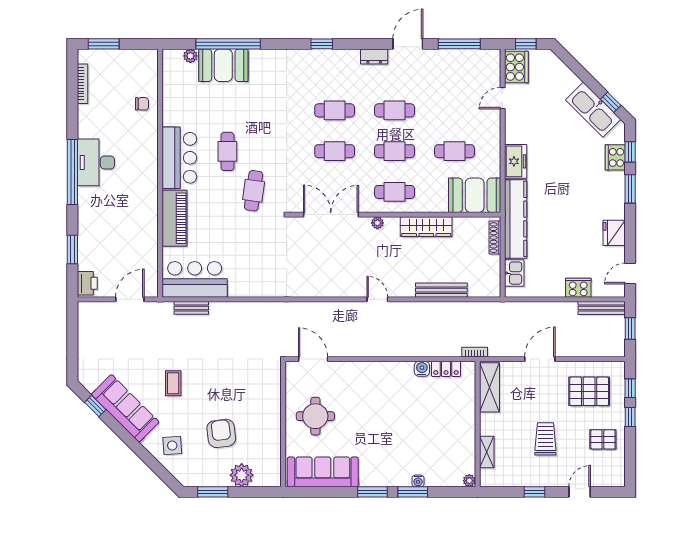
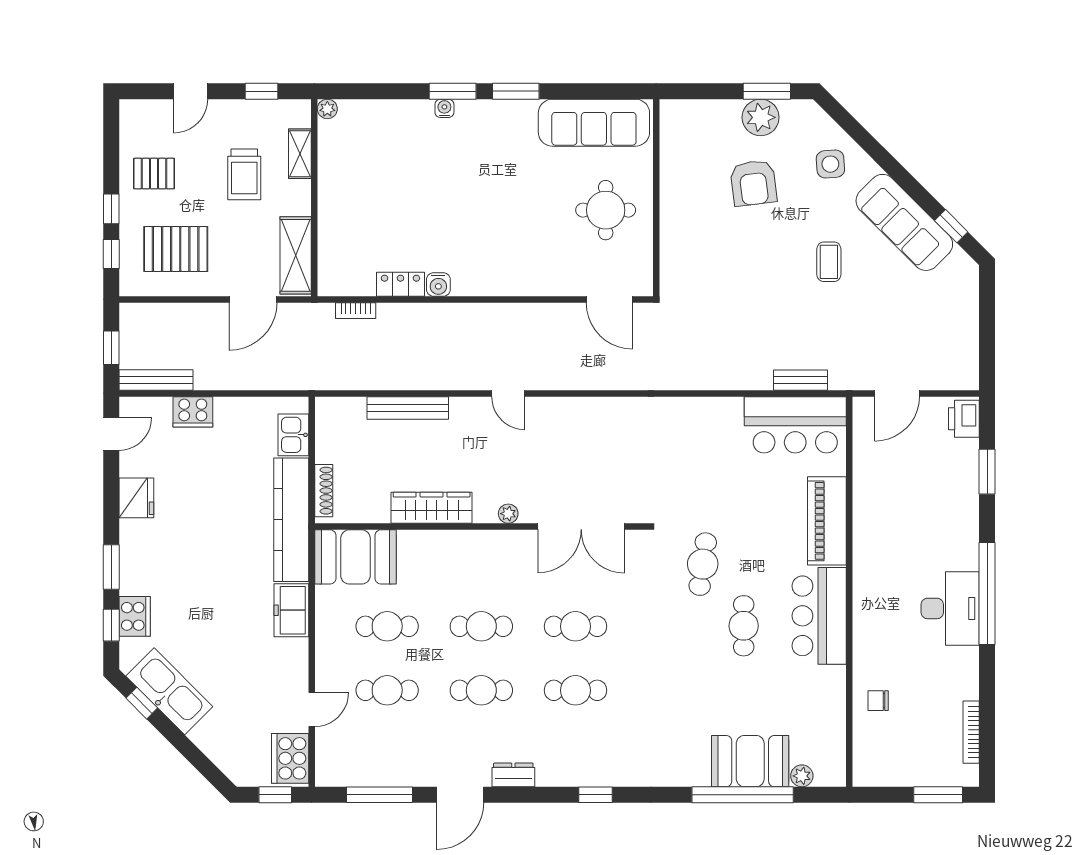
cafe table: (395, 192) -> (387, 690), moved
shelving: (489, 387) -> (296, 255), moved
wall: (478, 424) -> (314, 198), moved
shelving: (487, 452) -> (300, 154), moved
plant: (242, 475) -> (761, 117), moved
plant: (469, 481) -> (327, 109), moved

